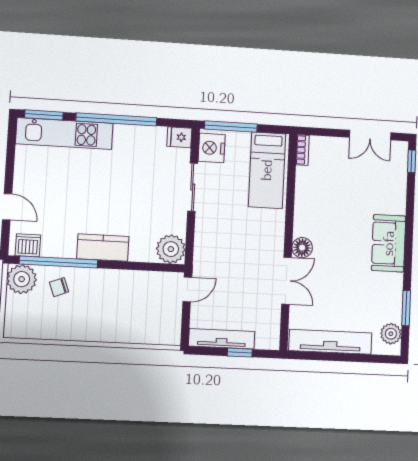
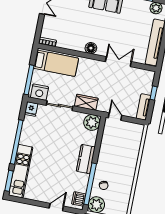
wardrobe: (206, 234) -> (86, 102), added
floor lamp: (302, 248) -> (91, 48), moved
tv unit: (222, 339) -> (144, 107), width x0.71

